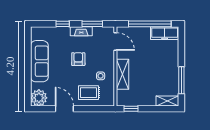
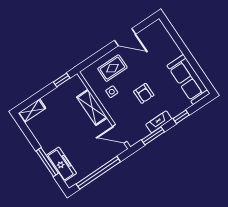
freezer: (165, 33) -> (62, 164), moved, turned 90
sofa: (39, 61) -> (188, 80), moved
window: (181, 80) -> (47, 162), moved
plant: (39, 98) -> (156, 31), removed

